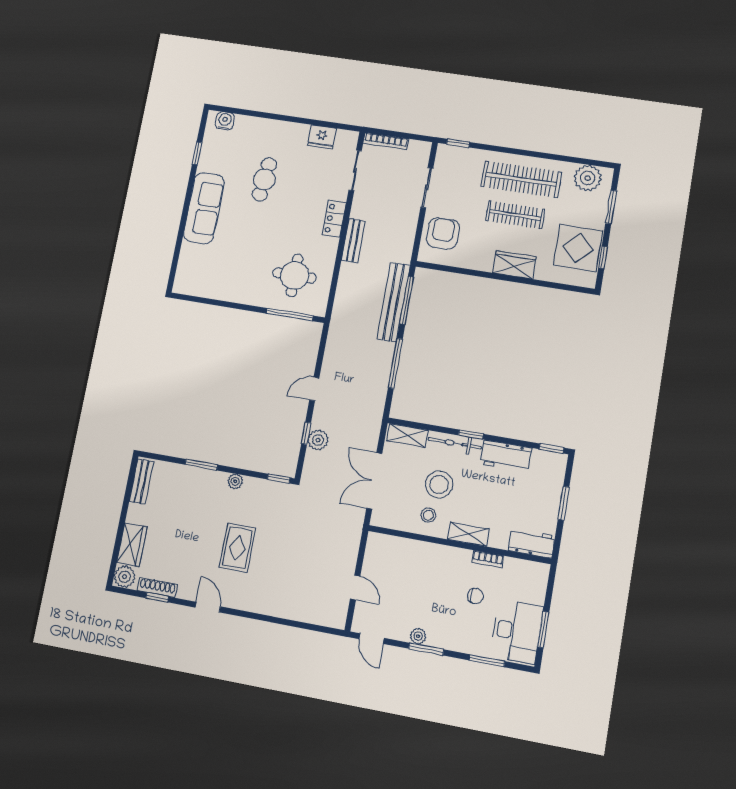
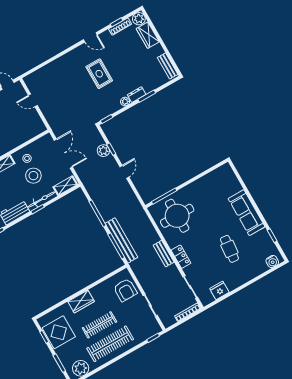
round table: (295, 275) -> (177, 216), width x1.36, depth x1.36
dresser: (213, 478) -> (137, 95), added

